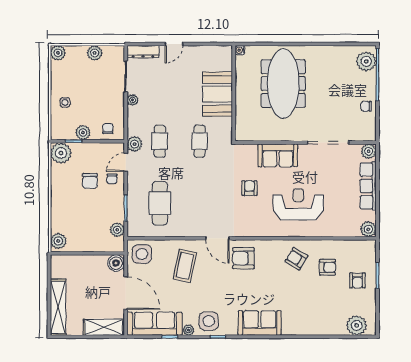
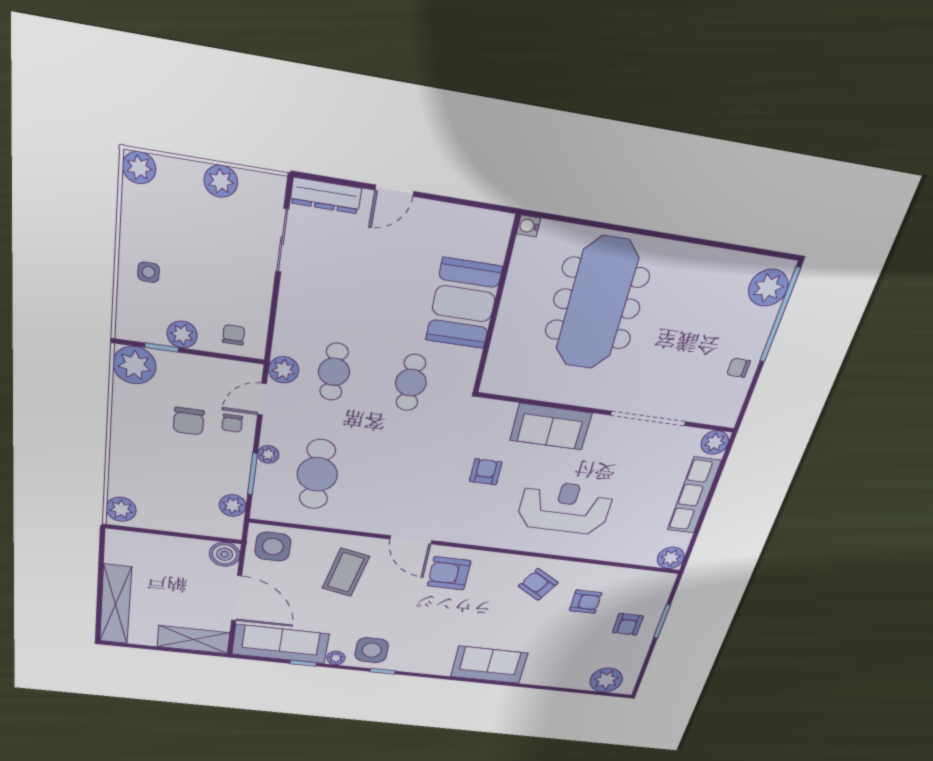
plant: (133, 100) -> (268, 454), moved
sofa: (260, 323) -> (489, 665), moved

